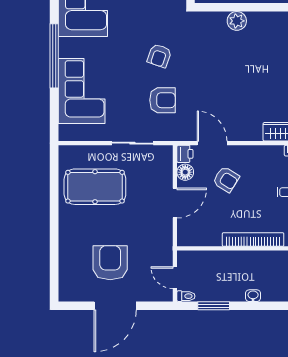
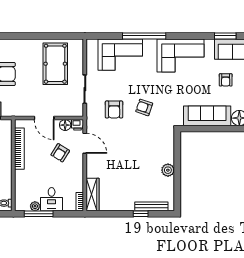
plant: (237, 21) -> (168, 170), moved
door: (212, 143) -> (85, 143), hinge flipped
bookcase: (253, 239) -> (19, 149), moved

